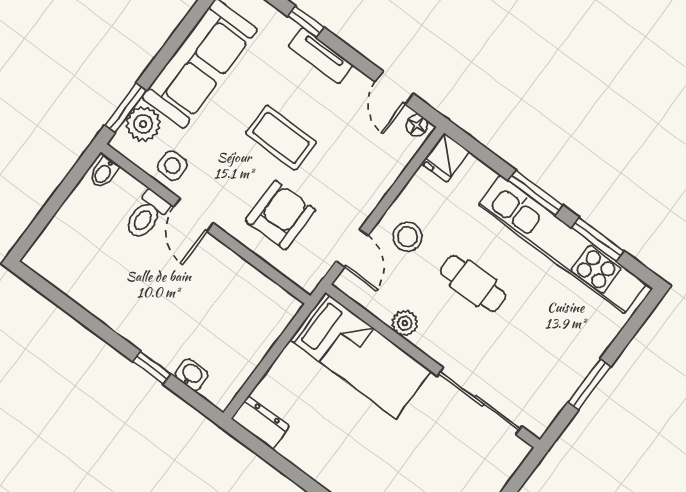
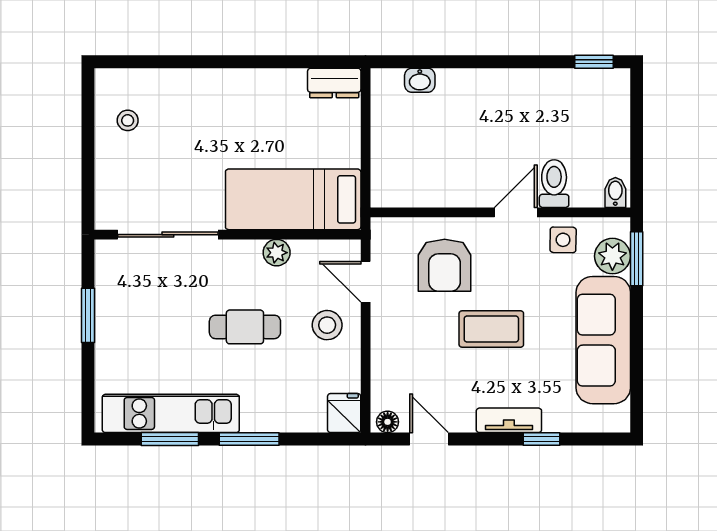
door: (194, 215) -> (516, 212), hinge flipped
kitchen unit: (562, 244) -> (171, 413), width x0.73
window: (152, 368) -> (594, 62), moved

